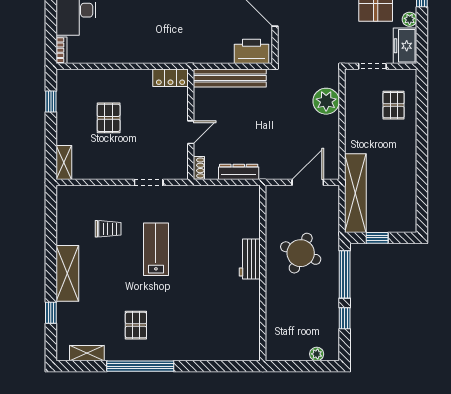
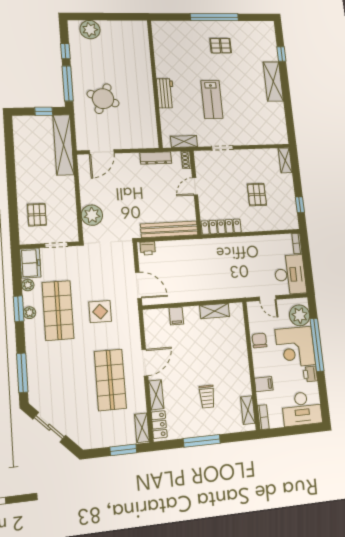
printer: (251, 51) -> (148, 248), width x0.53, depth x0.68
locker: (171, 78) -> (221, 227), width x1.53
trolley: (108, 229) -> (248, 114), removed
workbench: (250, 259) -> (165, 93), moved
wall: (263, 273) -> (155, 83), moved
pallet: (136, 325) -> (221, 46), turned 90
shelving: (87, 353) -> (184, 141), moved
plant: (317, 354) -> (90, 30), width x1.88, depth x1.88

